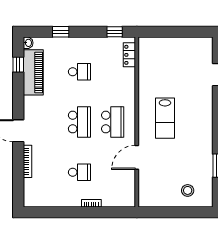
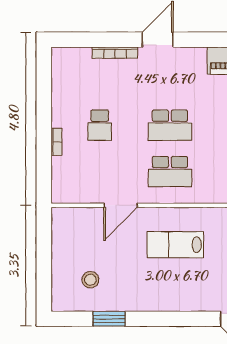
door: (137, 157) -> (121, 205), swing flipped
stool: (188, 190) -> (90, 280), moved

